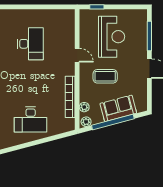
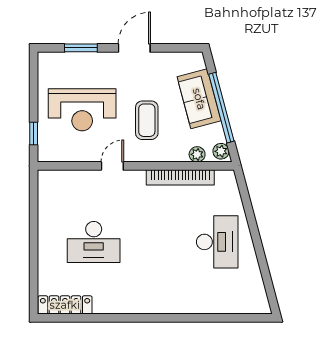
window: (149, 36) -> (81, 48), width x0.69
reception desk: (112, 37) -> (82, 110), turned 180
desk: (31, 44) -> (94, 242), turned 180

